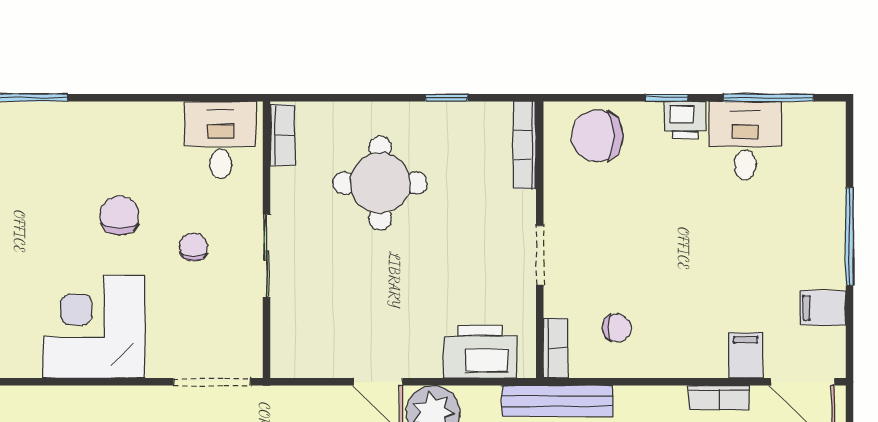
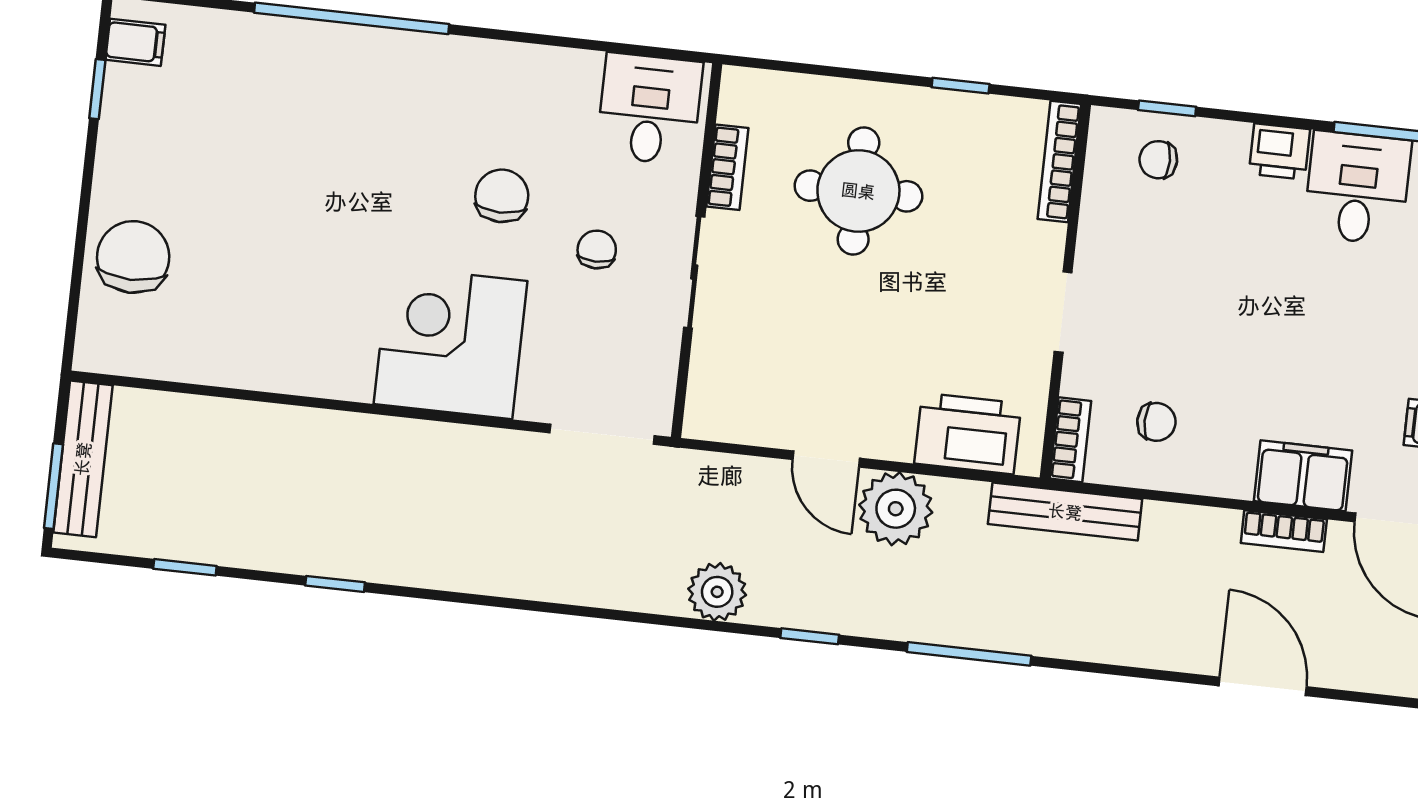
window: (667, 98) -> (1167, 108), moved
bookcase: (282, 135) -> (727, 167), moved
chair: (597, 136) -> (1158, 160), width x0.54, depth x0.54
filing cabinet: (746, 356) -> (1303, 476), width x2.00

